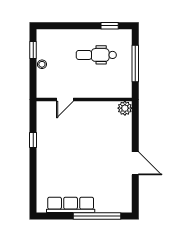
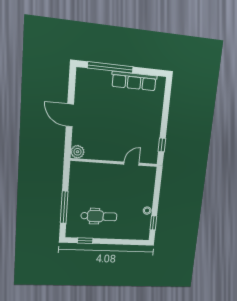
door: (65, 100) -> (132, 164), moved
wall: (84, 100) -> (114, 162), moved
plant: (125, 108) -> (78, 152), moved

